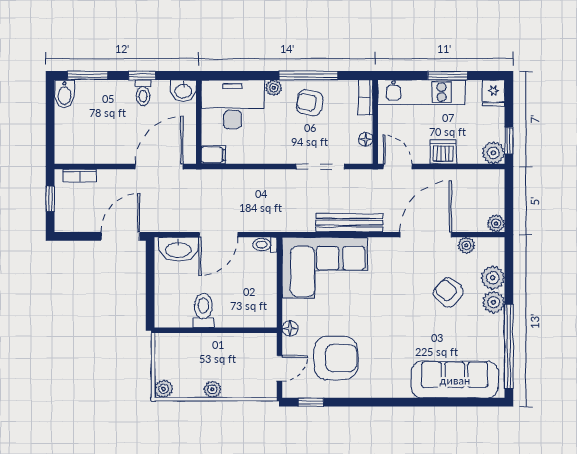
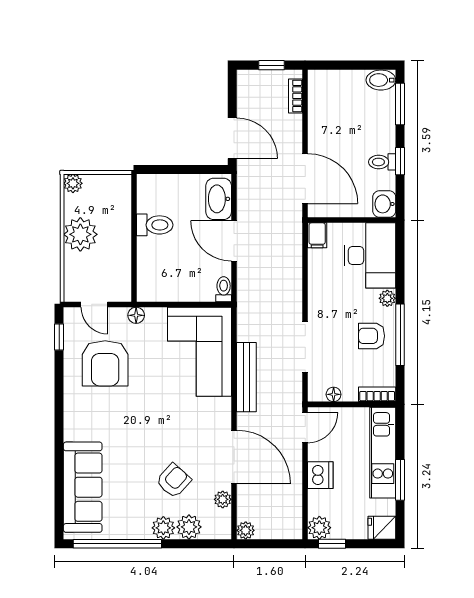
armchair: (310, 103) -> (372, 336), turned -100
plant: (212, 389) -> (80, 234), width x1.87, depth x1.87

